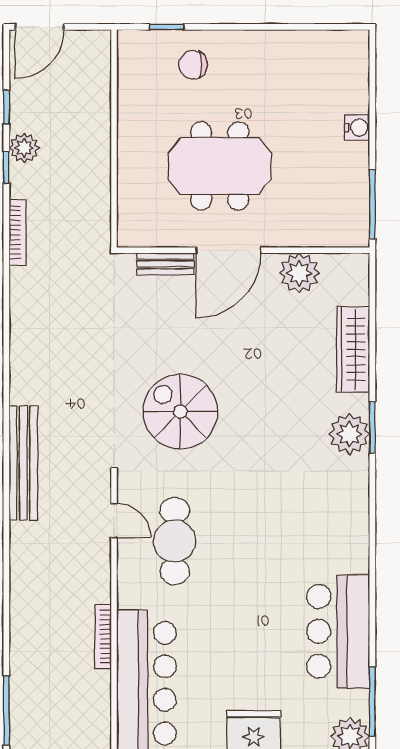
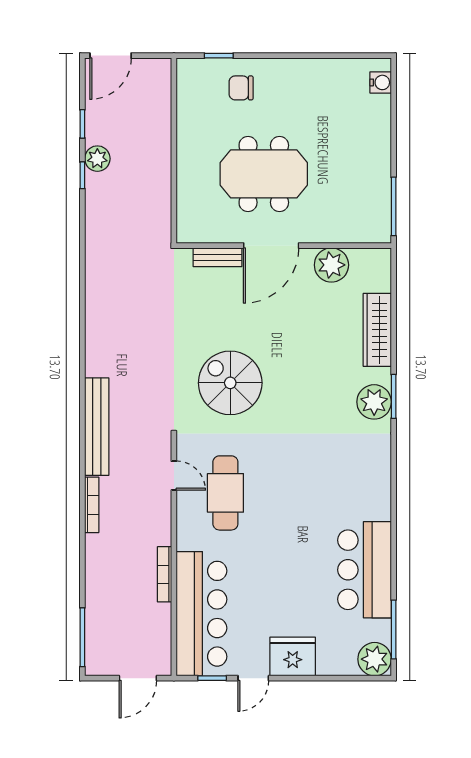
water cooler: (357, 128) -> (381, 82), moved
bookcase: (17, 232) -> (92, 505), moved

